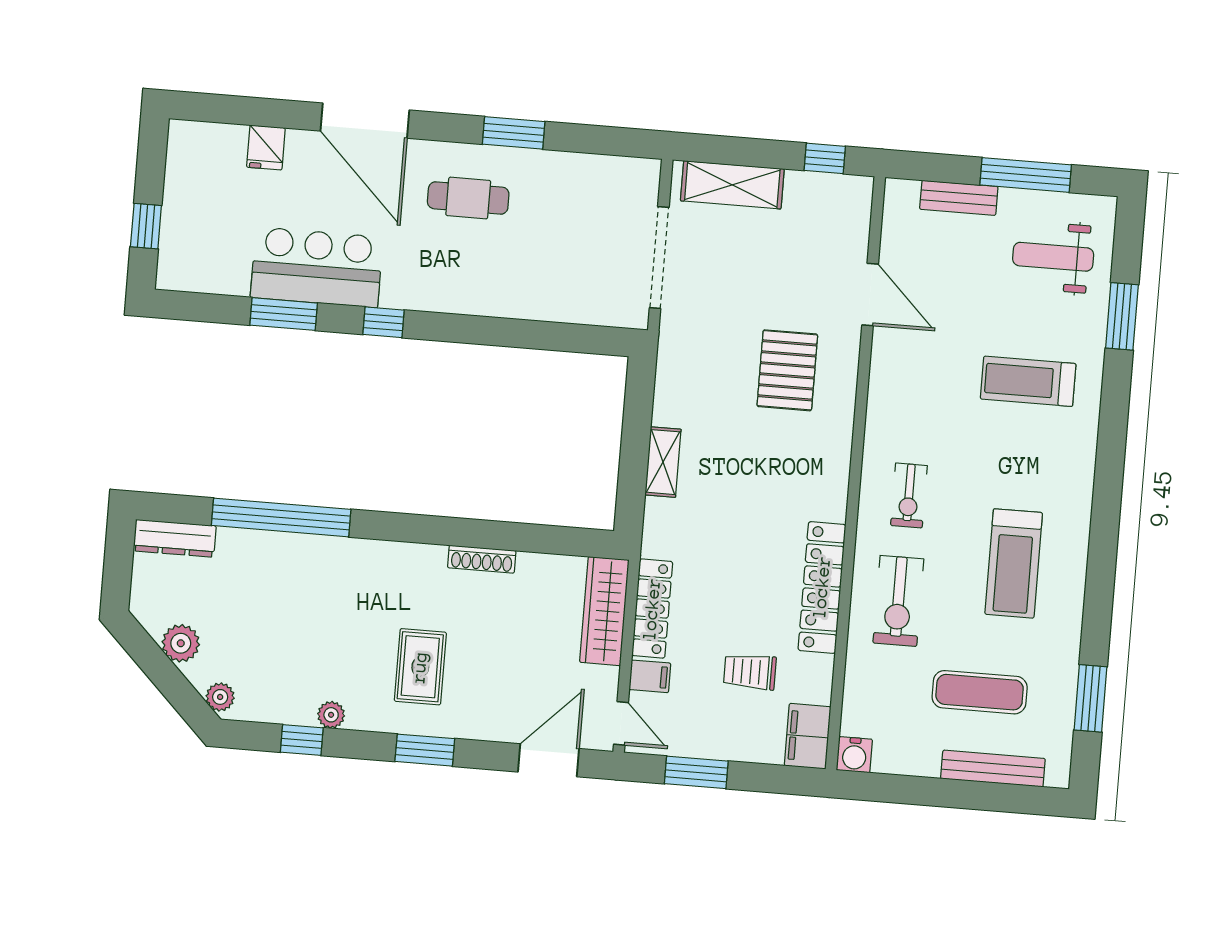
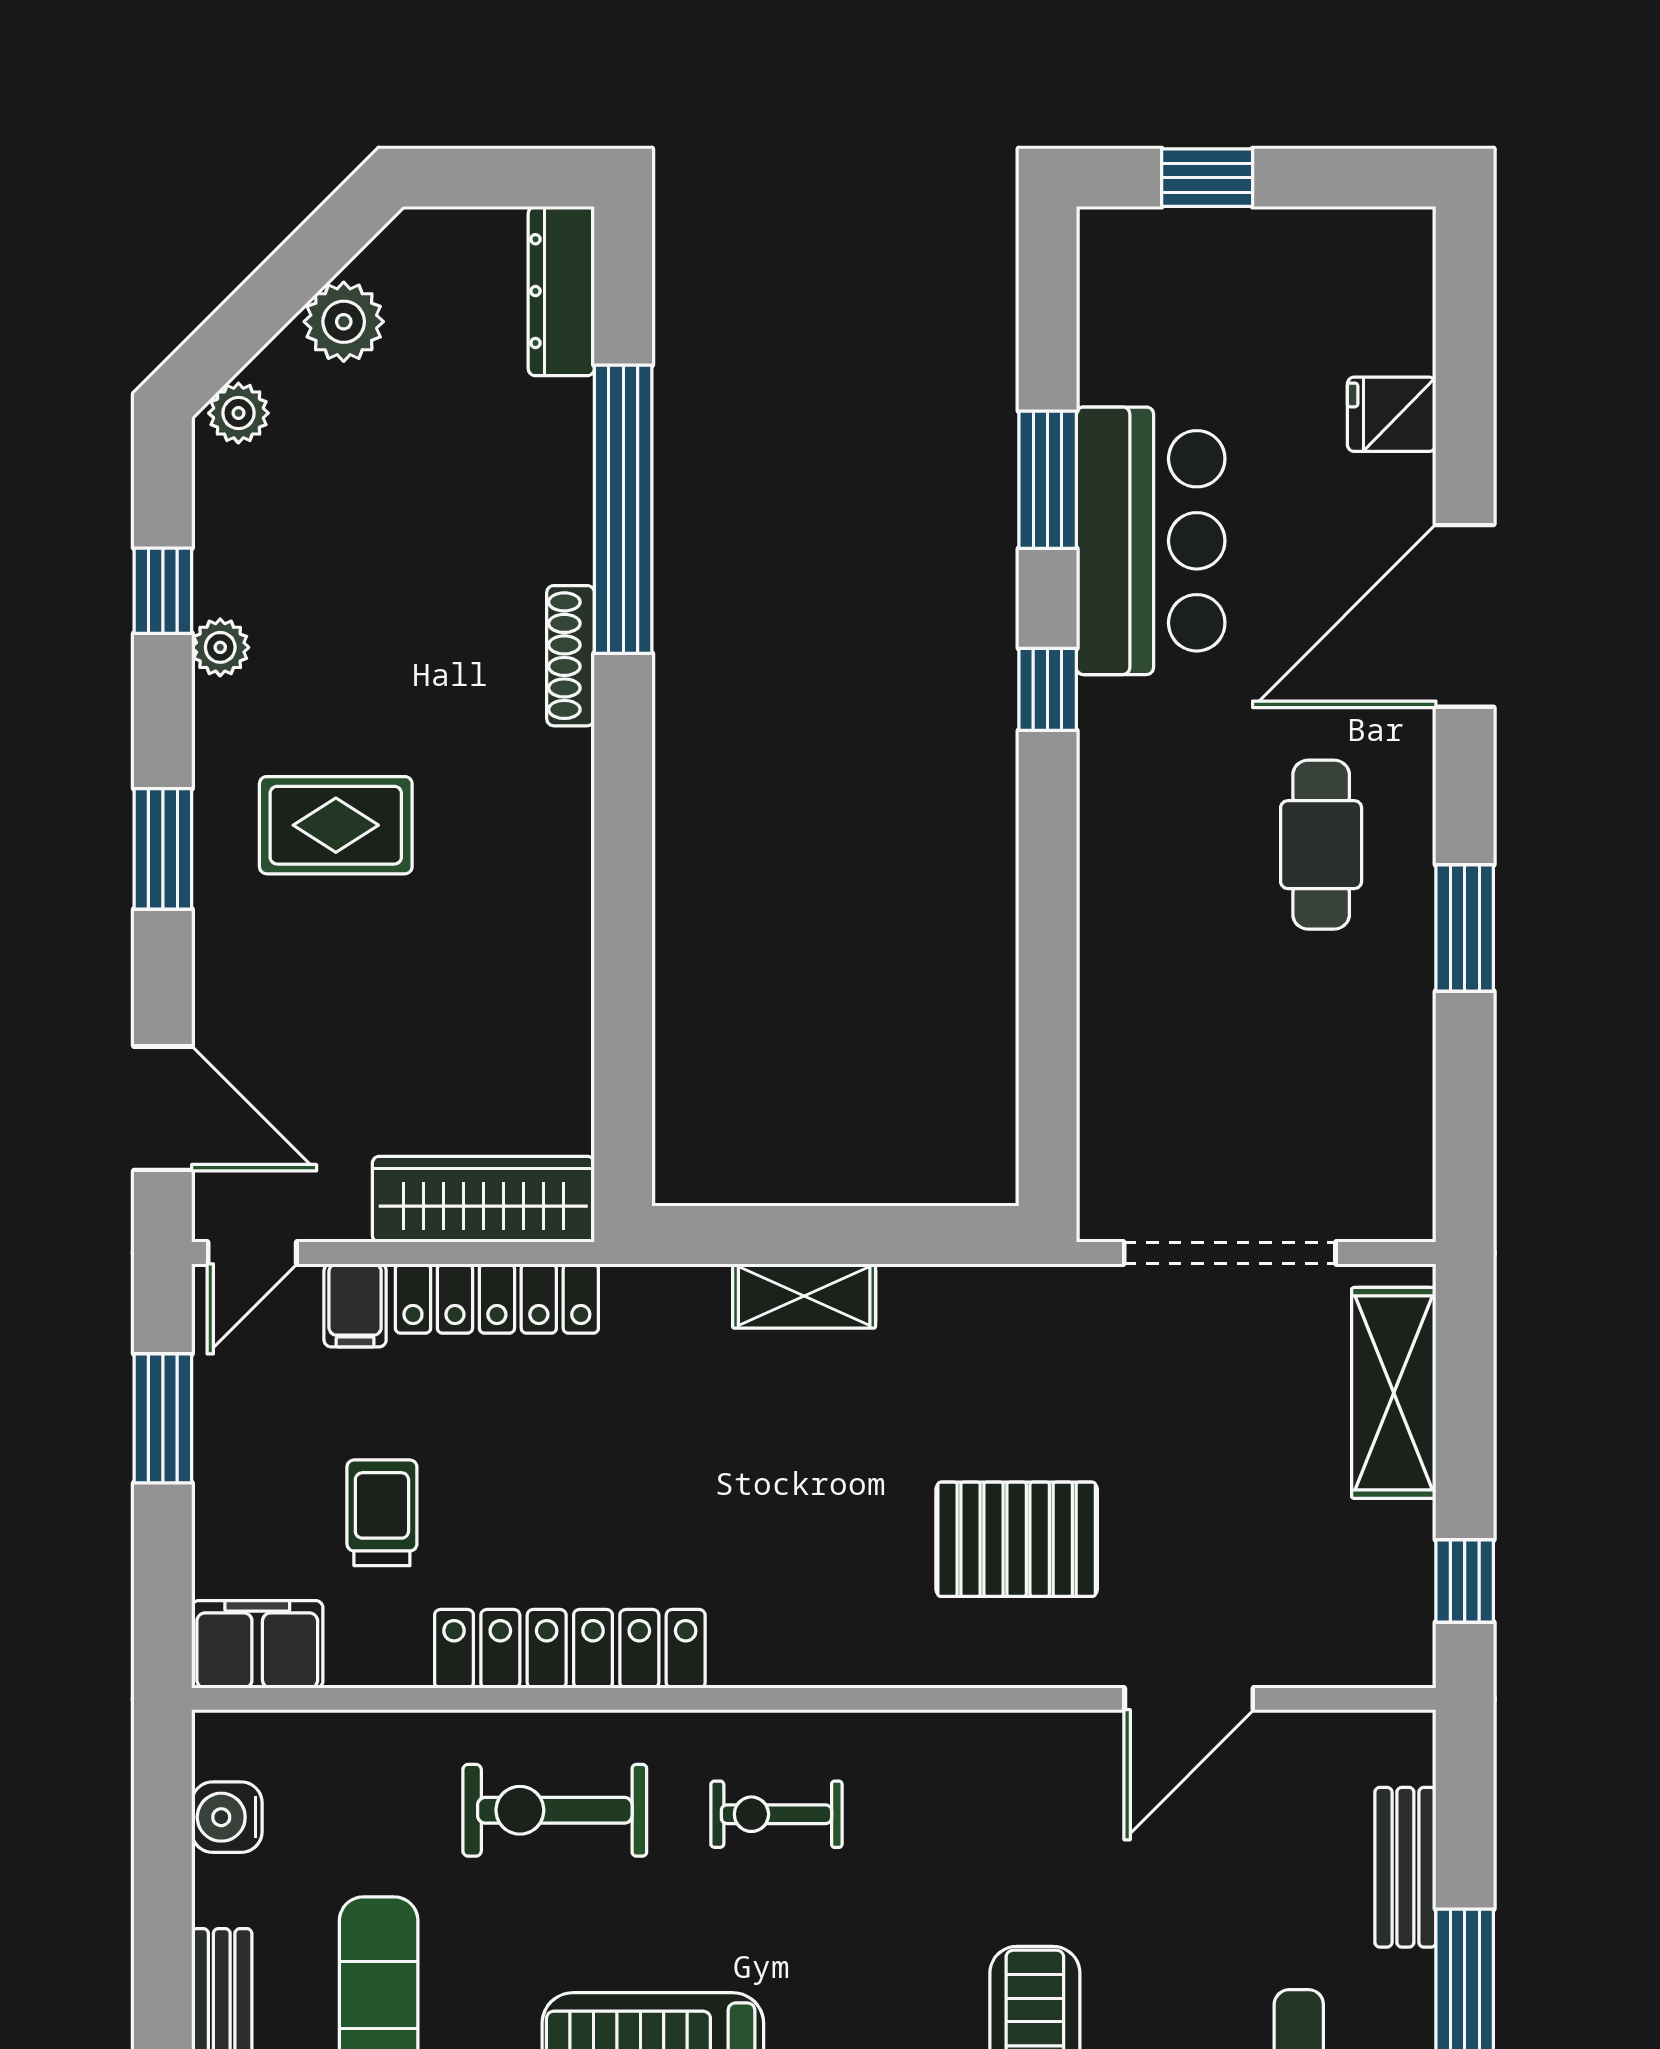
shoe rack: (482, 559) -> (571, 656), moved
water cooler: (854, 755) -> (227, 1817), moved

